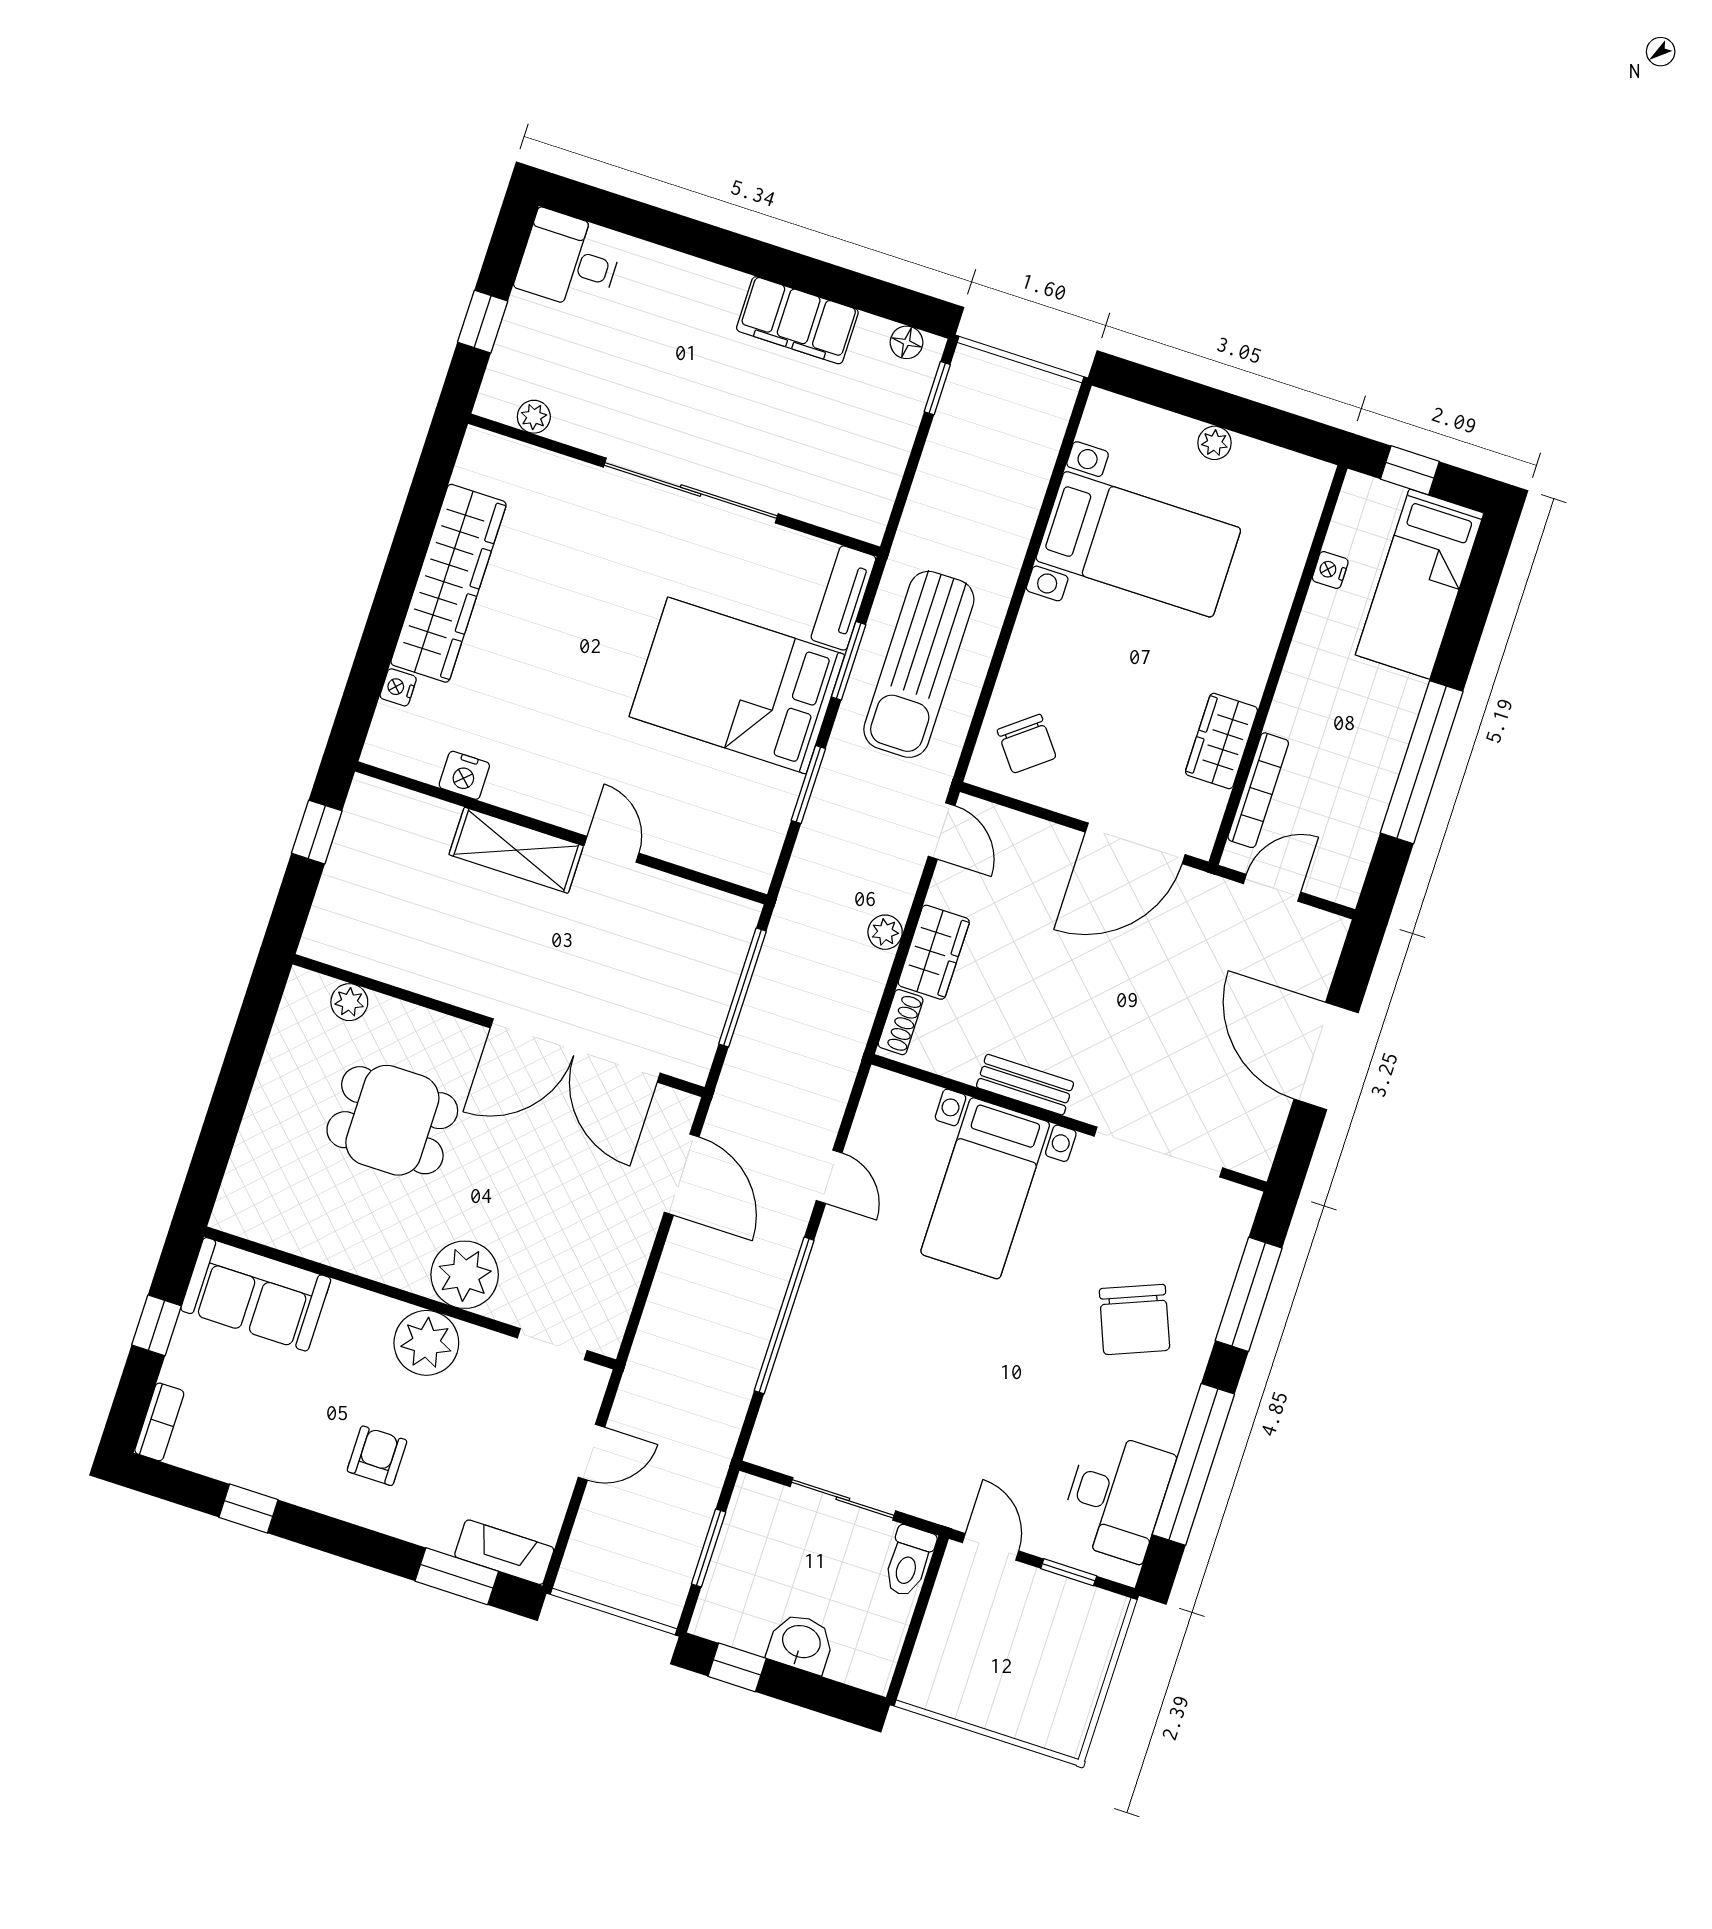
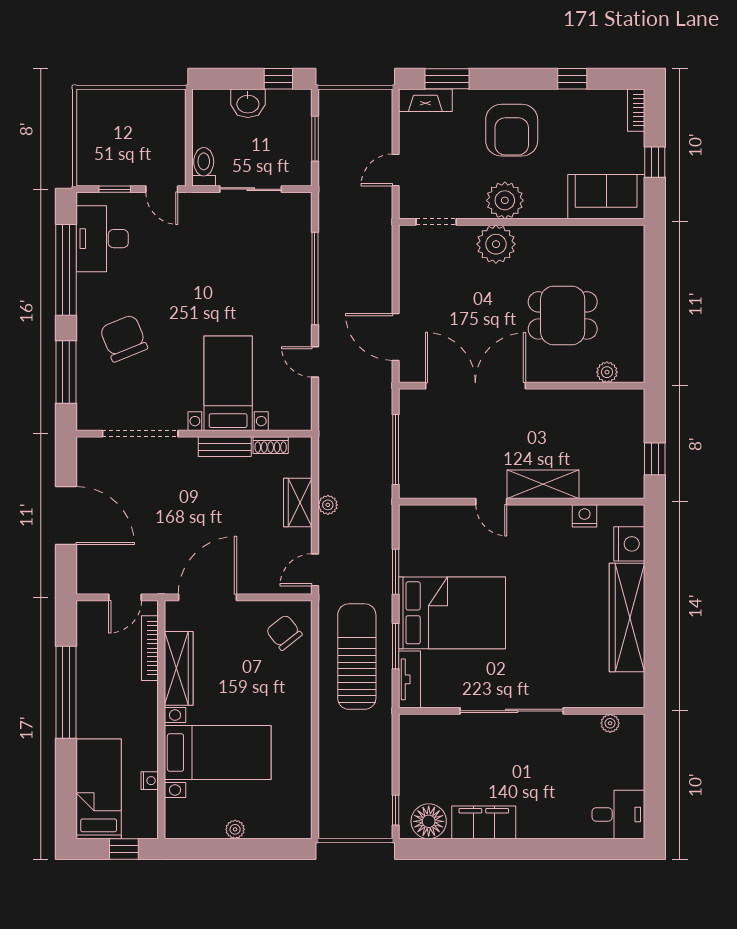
window: (483, 322) -> (655, 766), removed
floor lamp: (907, 342) -> (429, 821), width x1.89, depth x1.89
bed with nightstands: (1138, 544) -> (218, 752), moved, turned 180
nightstand: (398, 687) -> (629, 544), width x1.89, depth x1.79
wardrobe: (1221, 741) -> (179, 668), width x1.50
door: (942, 831) -> (315, 570), hinge flipped
shoe rack: (901, 1022) -> (271, 445), moved, turned -90
armchair: (377, 1456) -> (512, 130), width x1.88, depth x1.88

